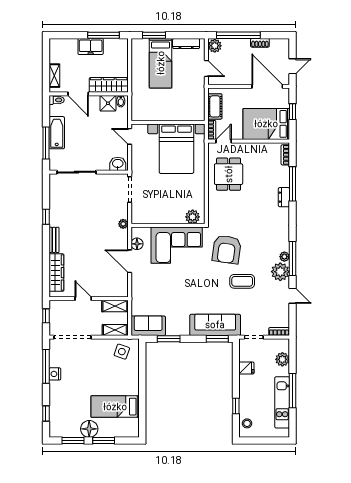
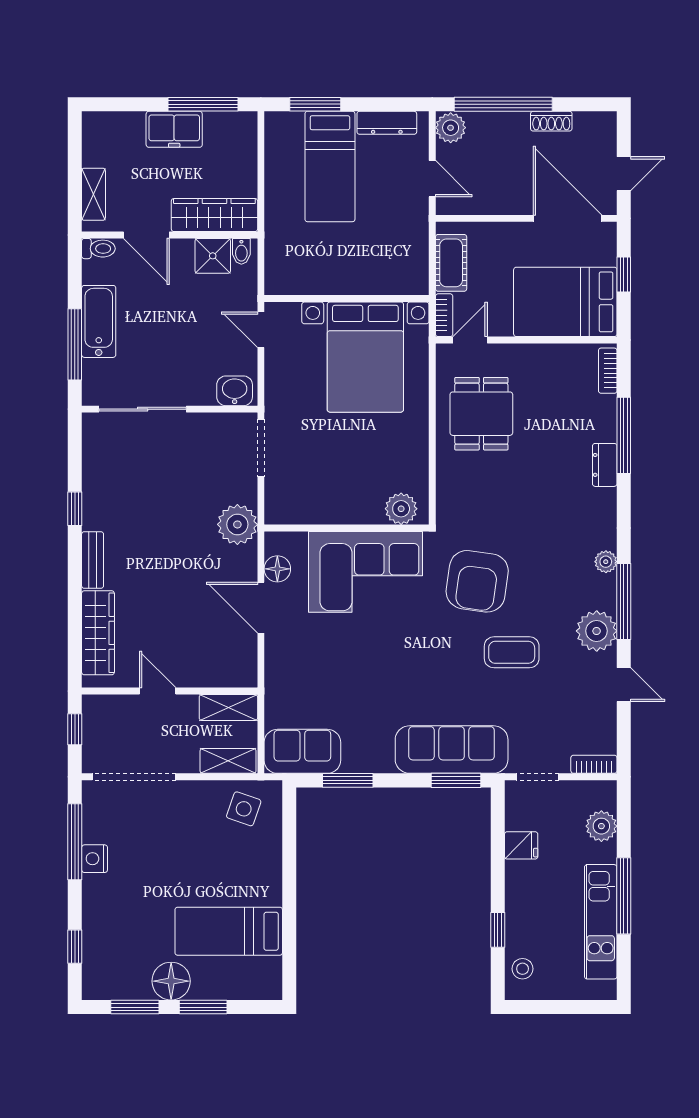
plant: (123, 224) -> (237, 524), width x1.87, depth x1.87
plant: (284, 257) -> (606, 562), moved

